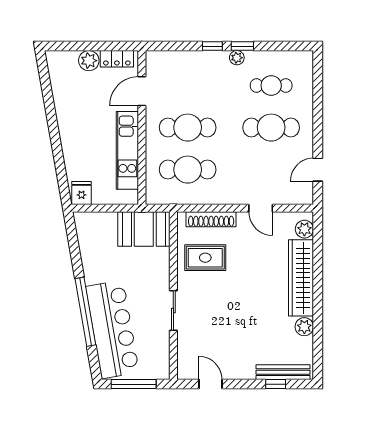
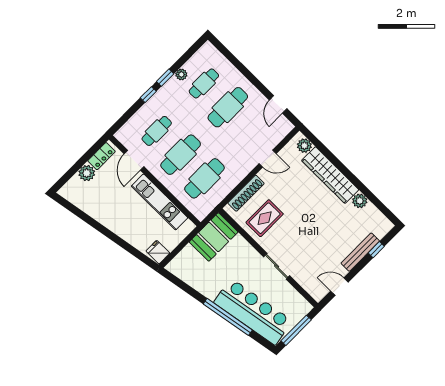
plant: (237, 58) -> (181, 75), moved
cafe table: (188, 85) -> (157, 131), added
bench: (283, 372) -> (360, 252), moved

